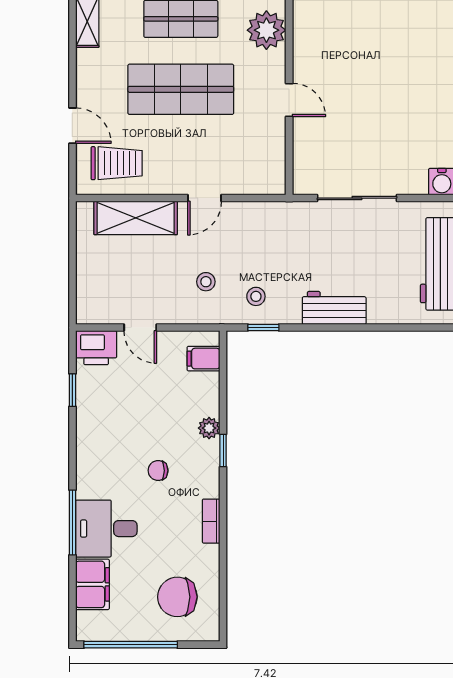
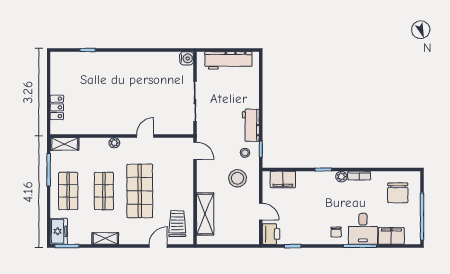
plant: (266, 30) -> (114, 143), width x0.53, depth x0.53
door: (205, 198) -> (195, 151), moved
stool: (206, 282) -> (238, 178), width x1.89, depth x1.89
workbench: (334, 308) -> (251, 125), moved
door: (140, 328) -> (261, 212), hinge flipped
filing cabinet: (203, 359) -> (283, 179), width x2.00
plant: (209, 428) -> (341, 177), moved
chair: (158, 471) -> (336, 232), moved

